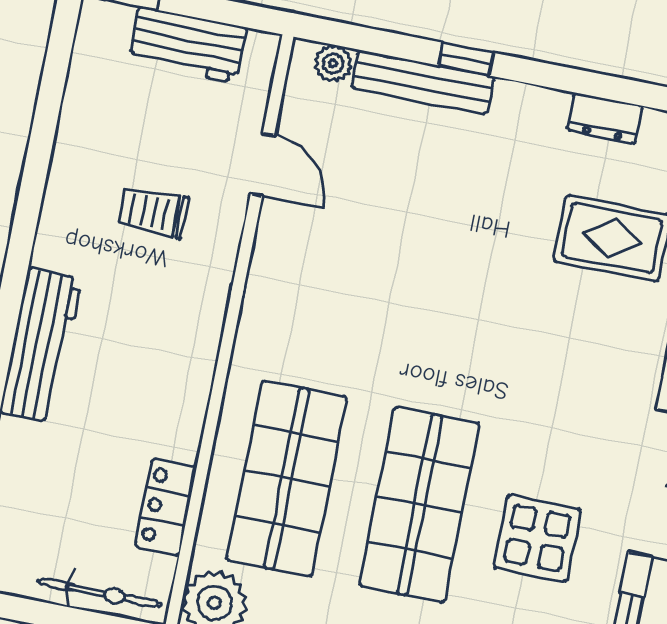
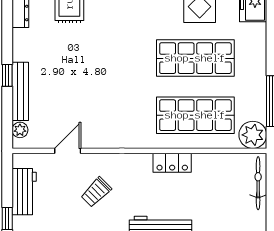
trolley: (153, 212) -> (96, 192), turned 45
locker: (166, 507) -> (172, 163), moved

